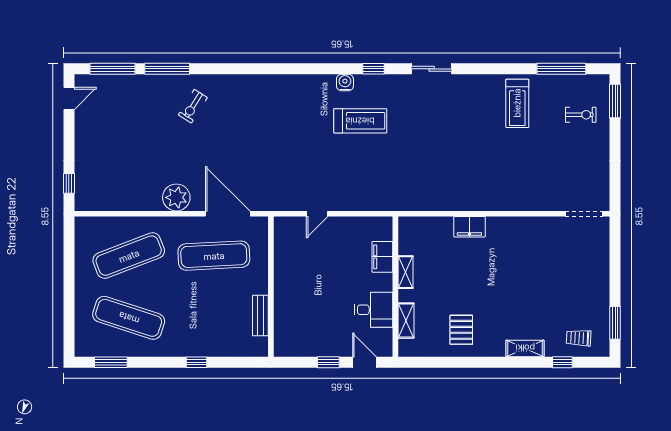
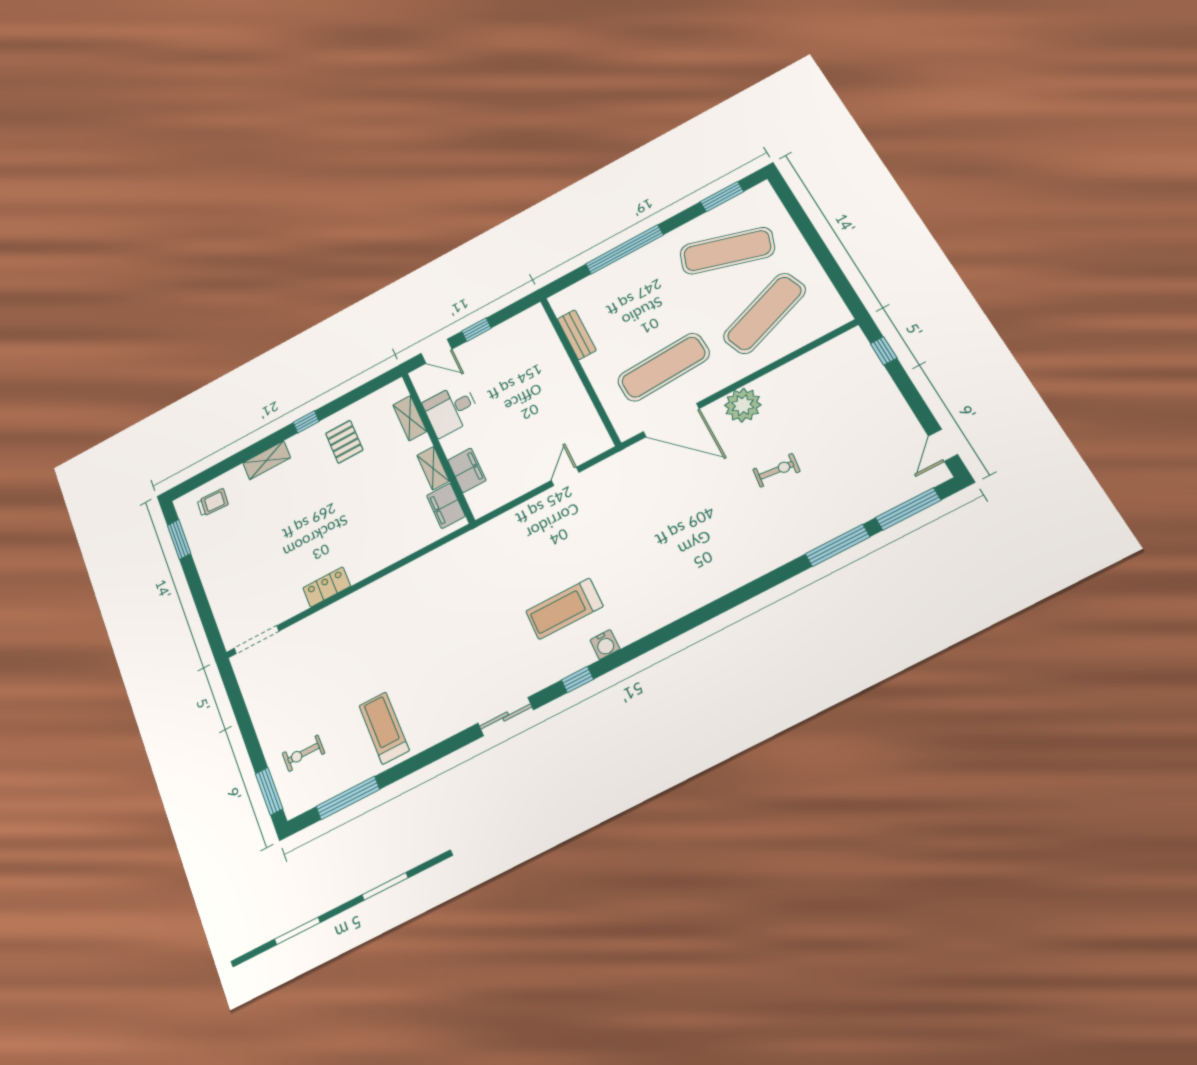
exercise bike: (193, 106) -> (776, 470), moved, turned 64
locker: (518, 225) -> (327, 587), added
filing cabinet: (469, 227) -> (446, 506), moved, turned -90
window: (196, 362) -> (624, 249), width x3.17
window: (562, 362) -> (306, 422), moved

